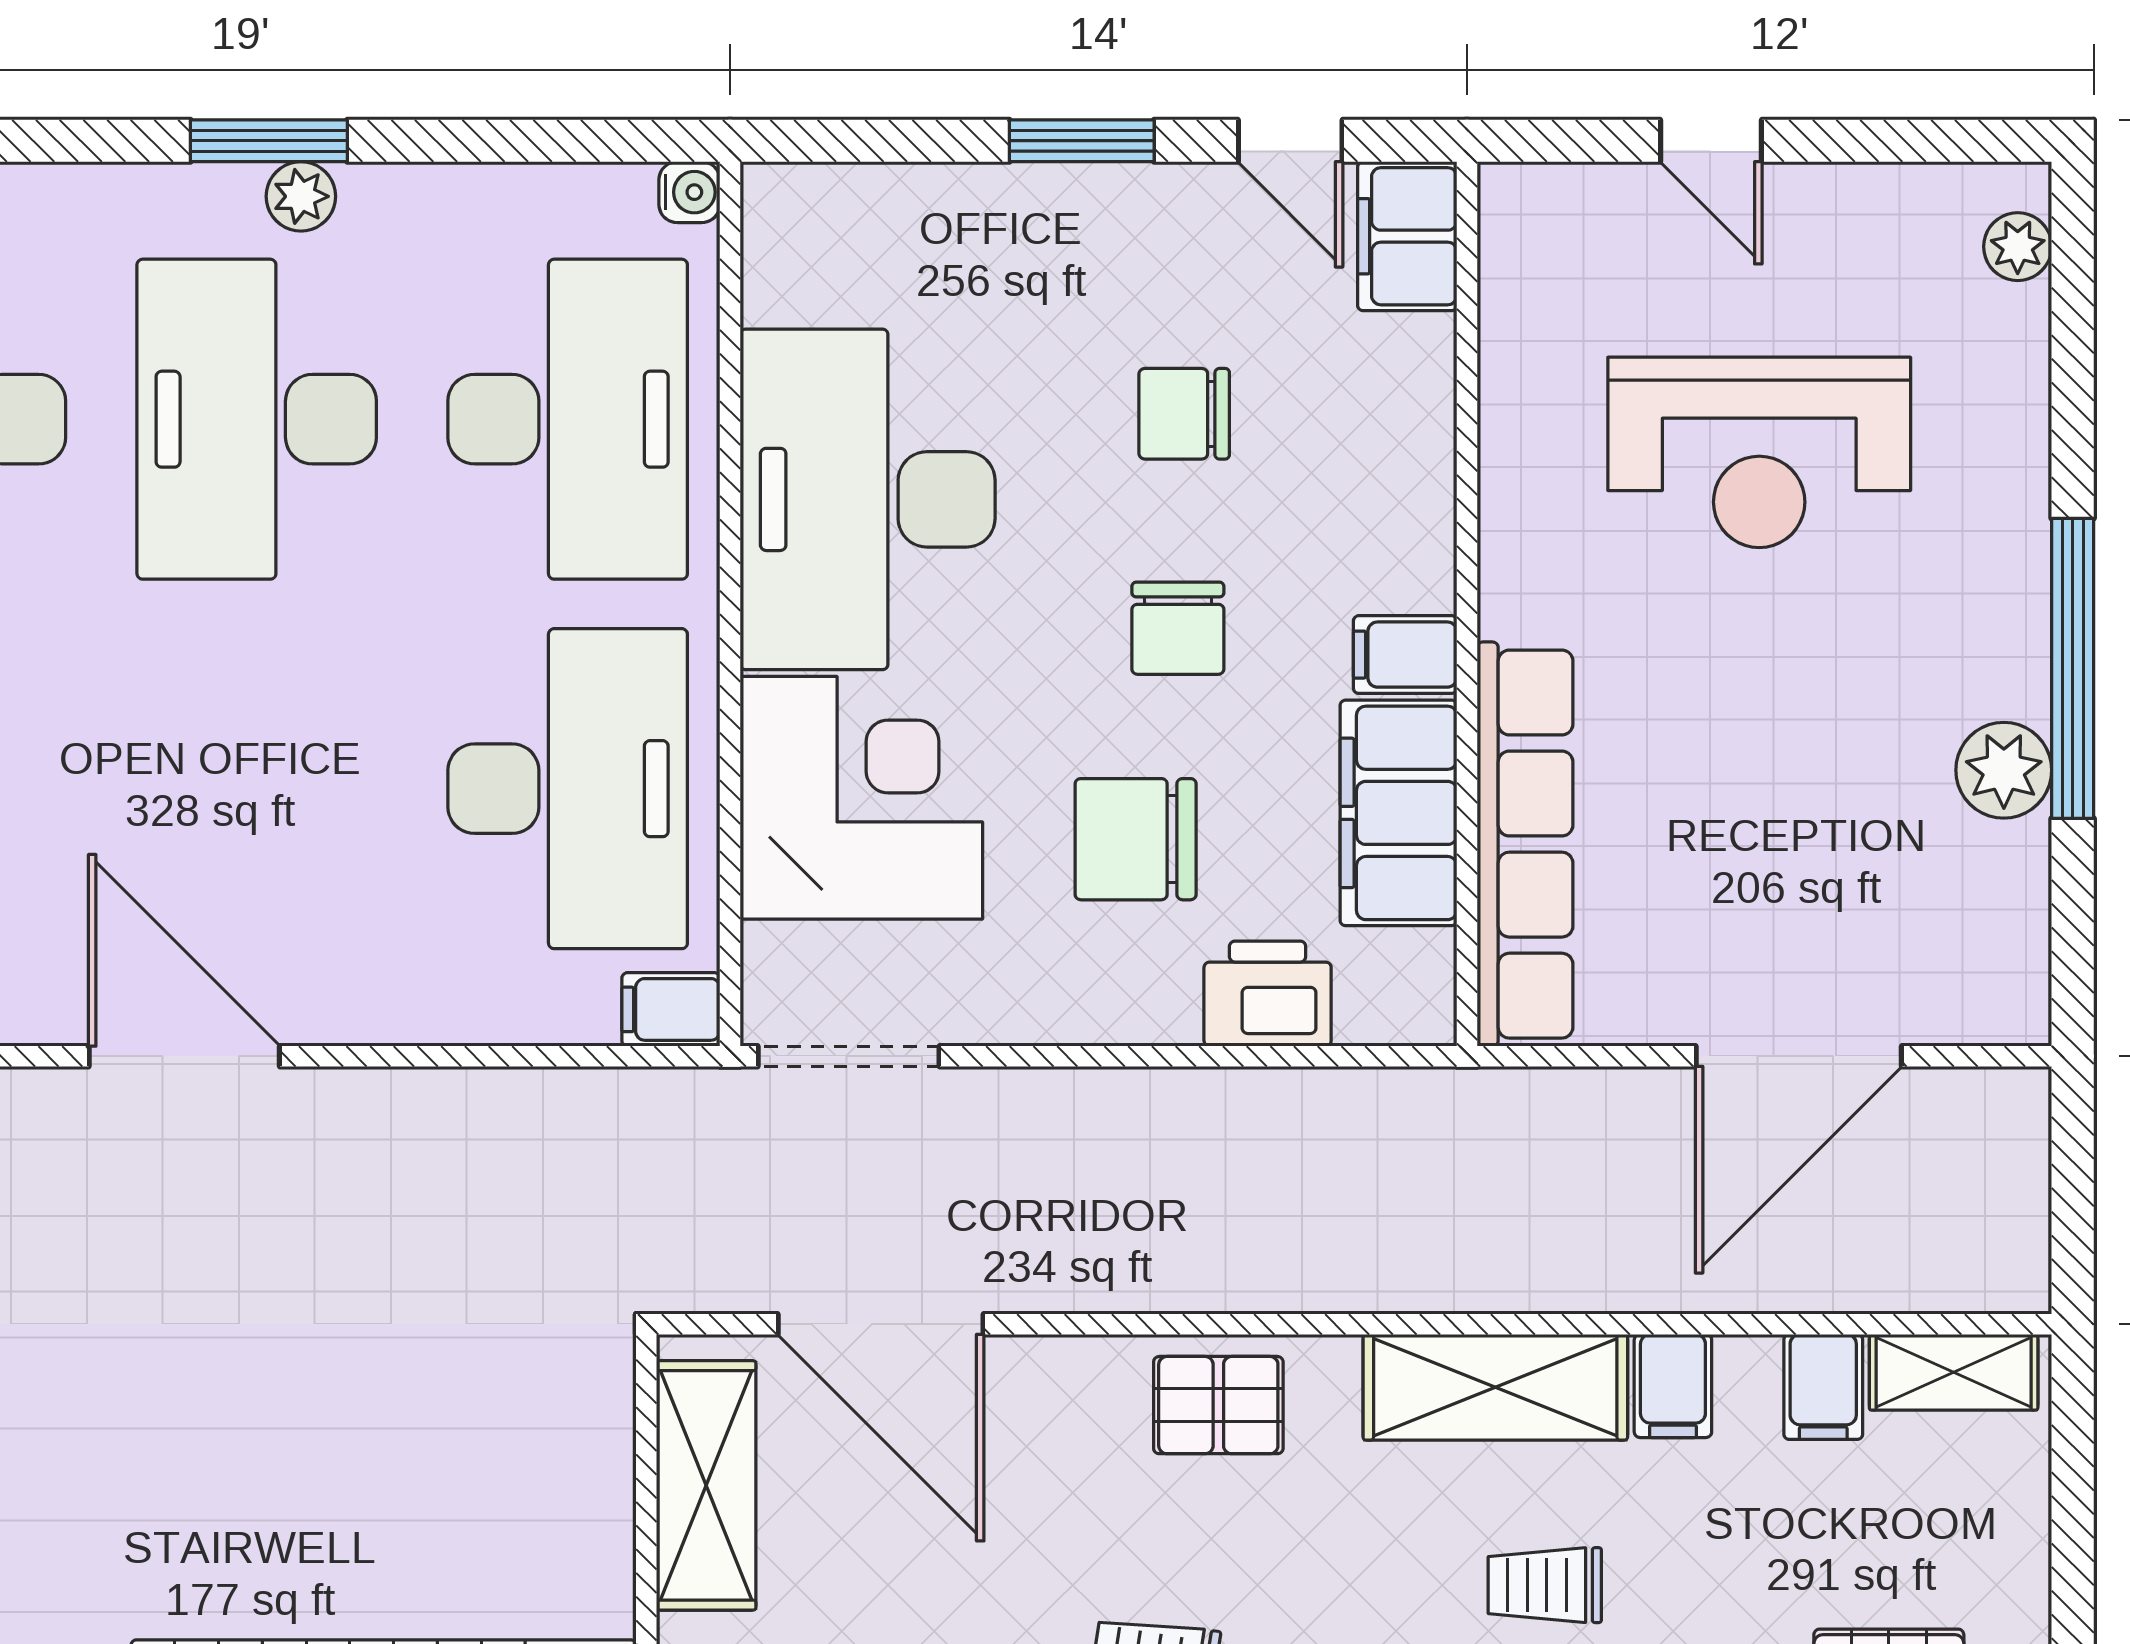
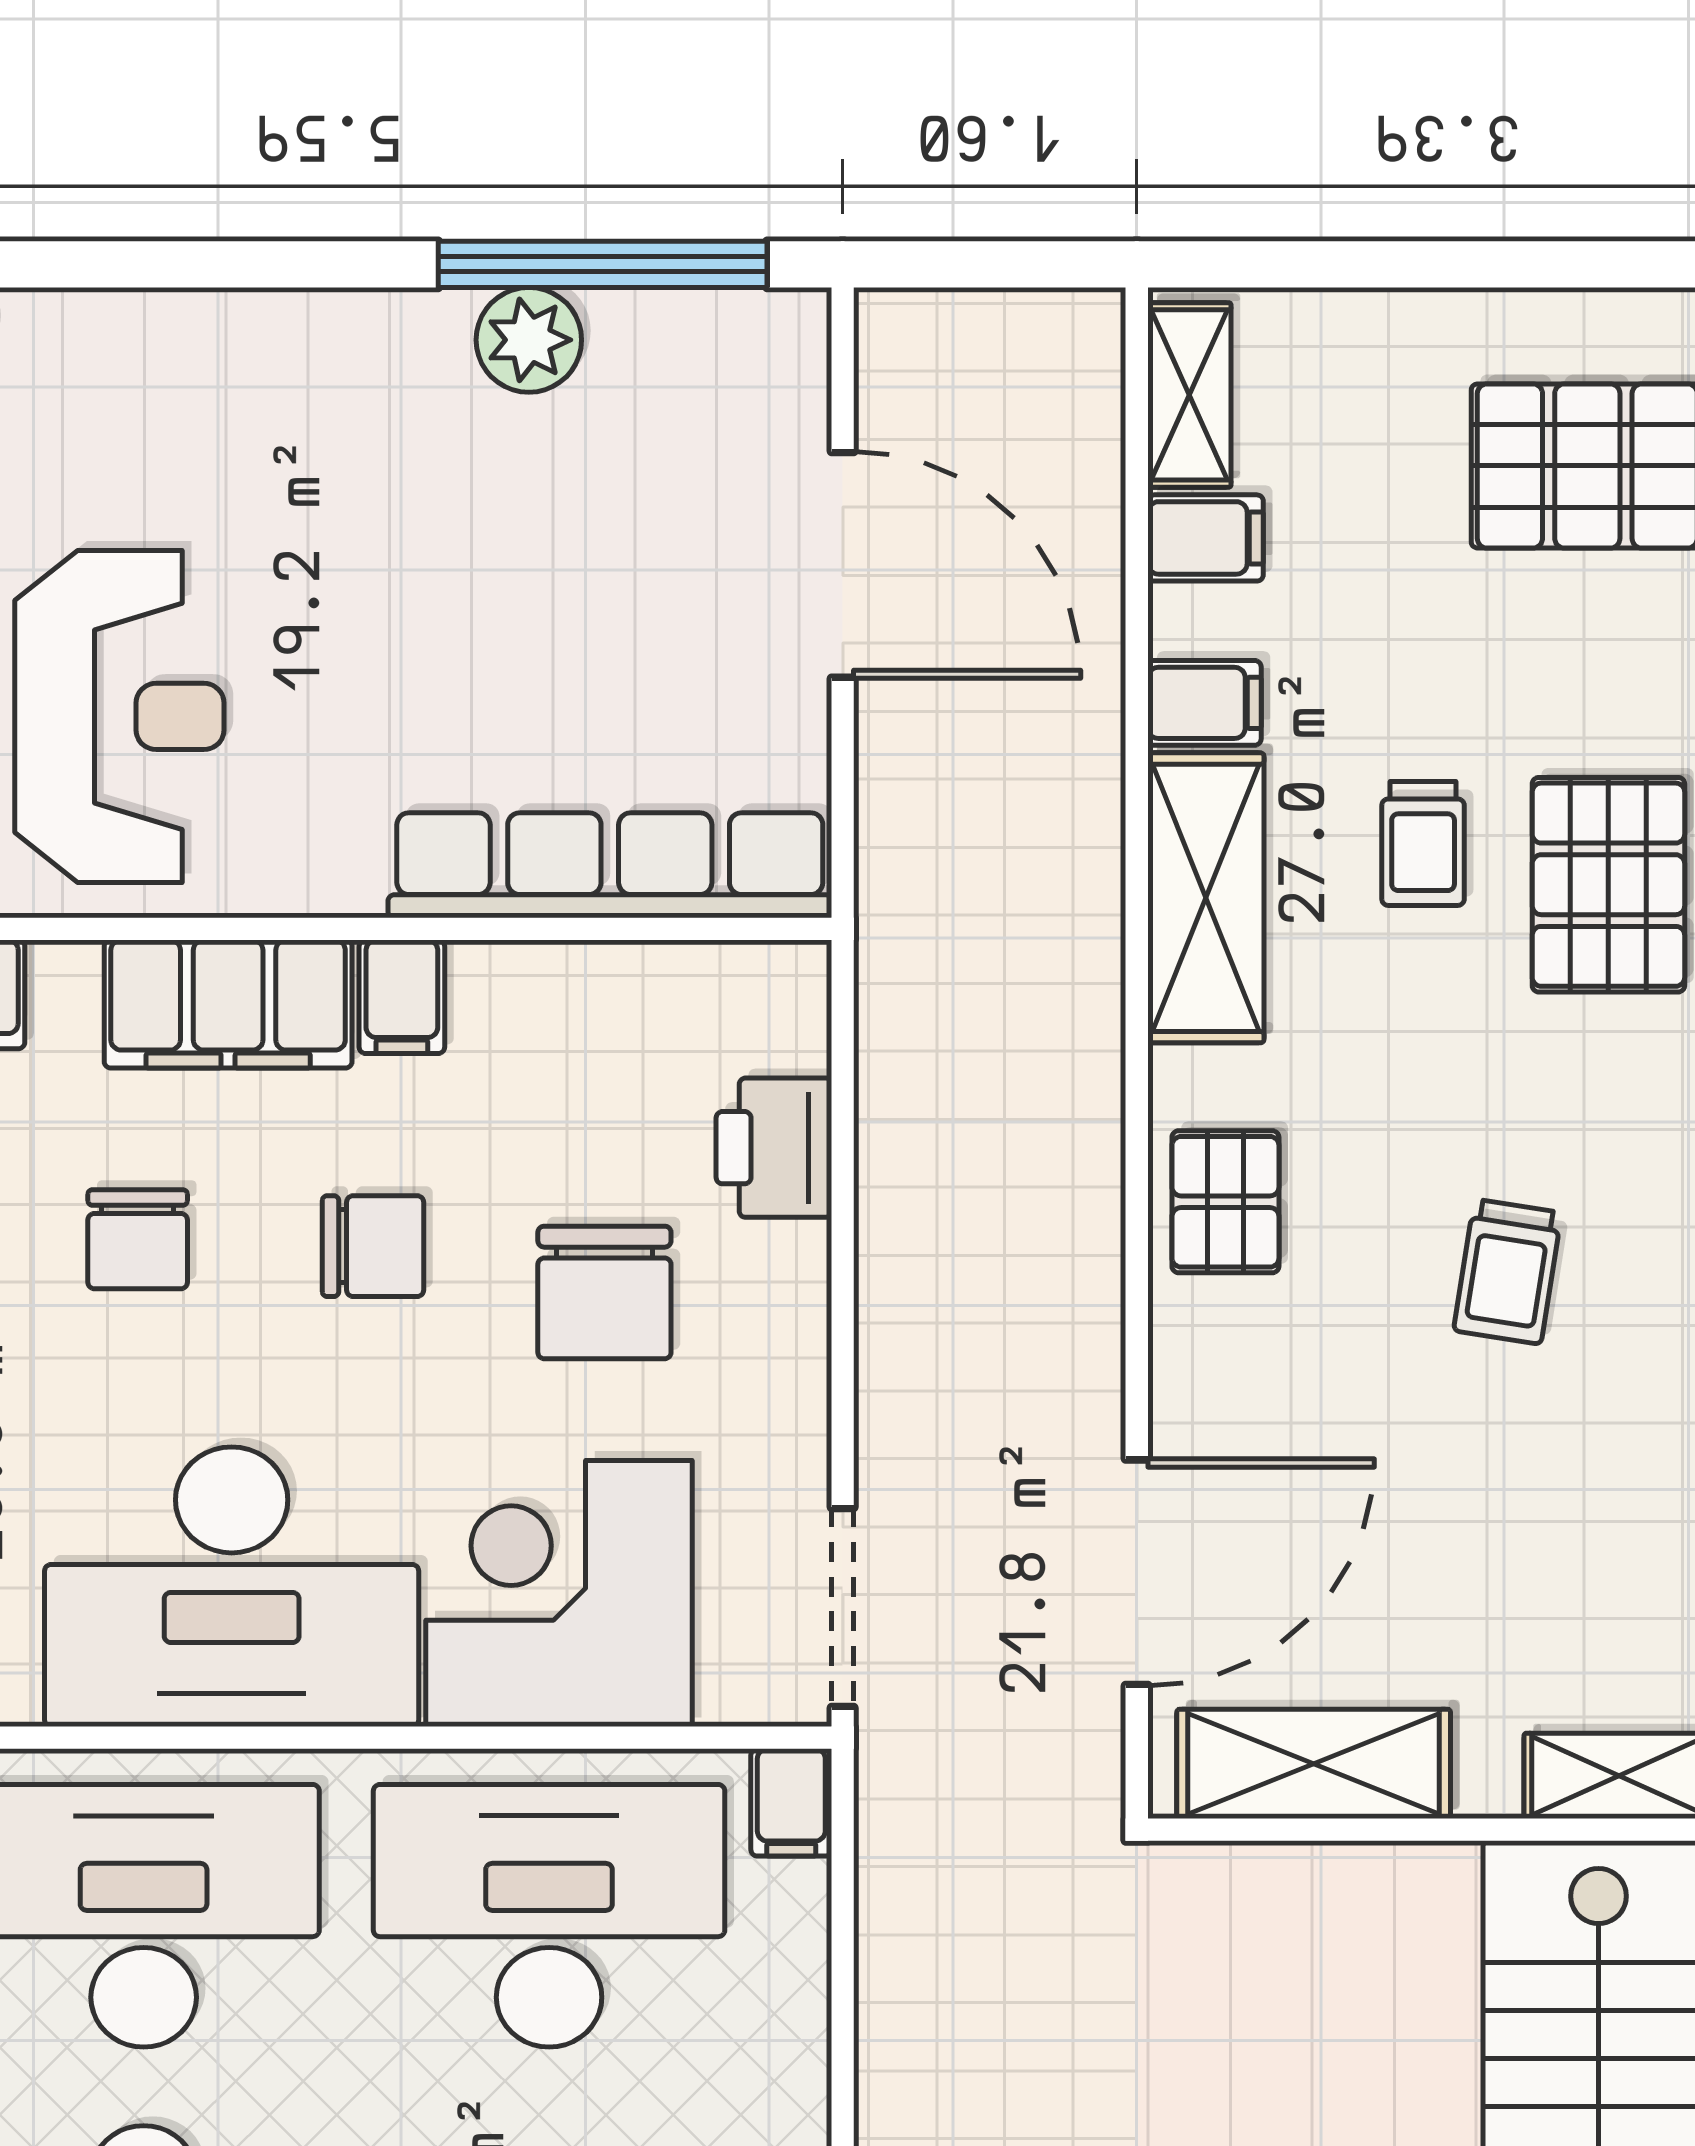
reception desk: (1759, 452) -> (119, 716), moved
window: (2073, 668) -> (603, 264), moved
filing cabinet: (1399, 813) -> (228, 1004), moved

